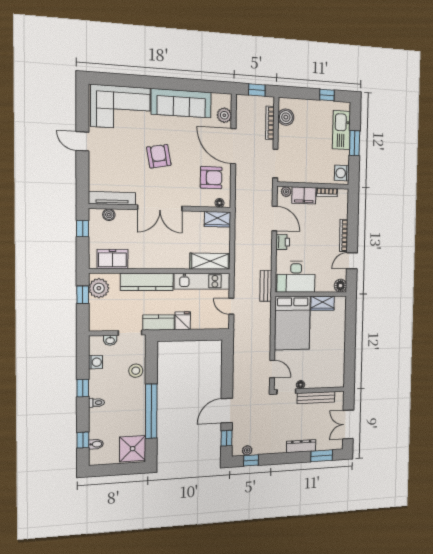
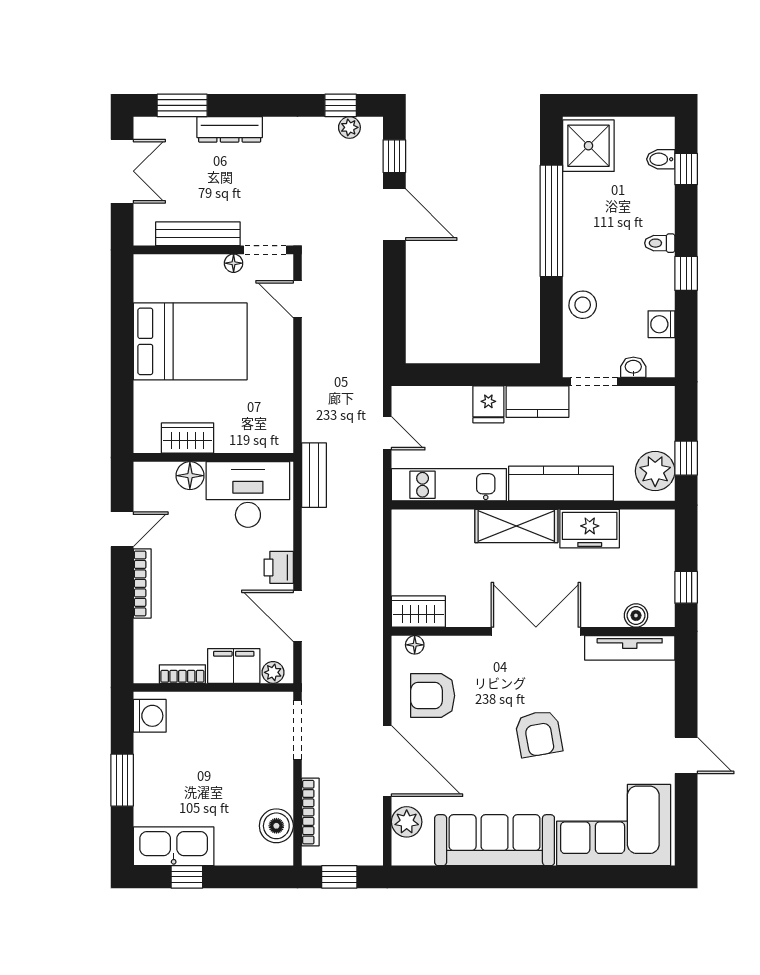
kitchen sink: (341, 130) -> (174, 846), moved, turned -90
freezer: (112, 259) -> (590, 529), moved
shelving: (210, 261) -> (516, 526), moved
floor lamp: (340, 286) -> (190, 476), moved
bed: (292, 323) -> (190, 341), moved, turned 90
door: (227, 411) -> (394, 215), hinge flipped

